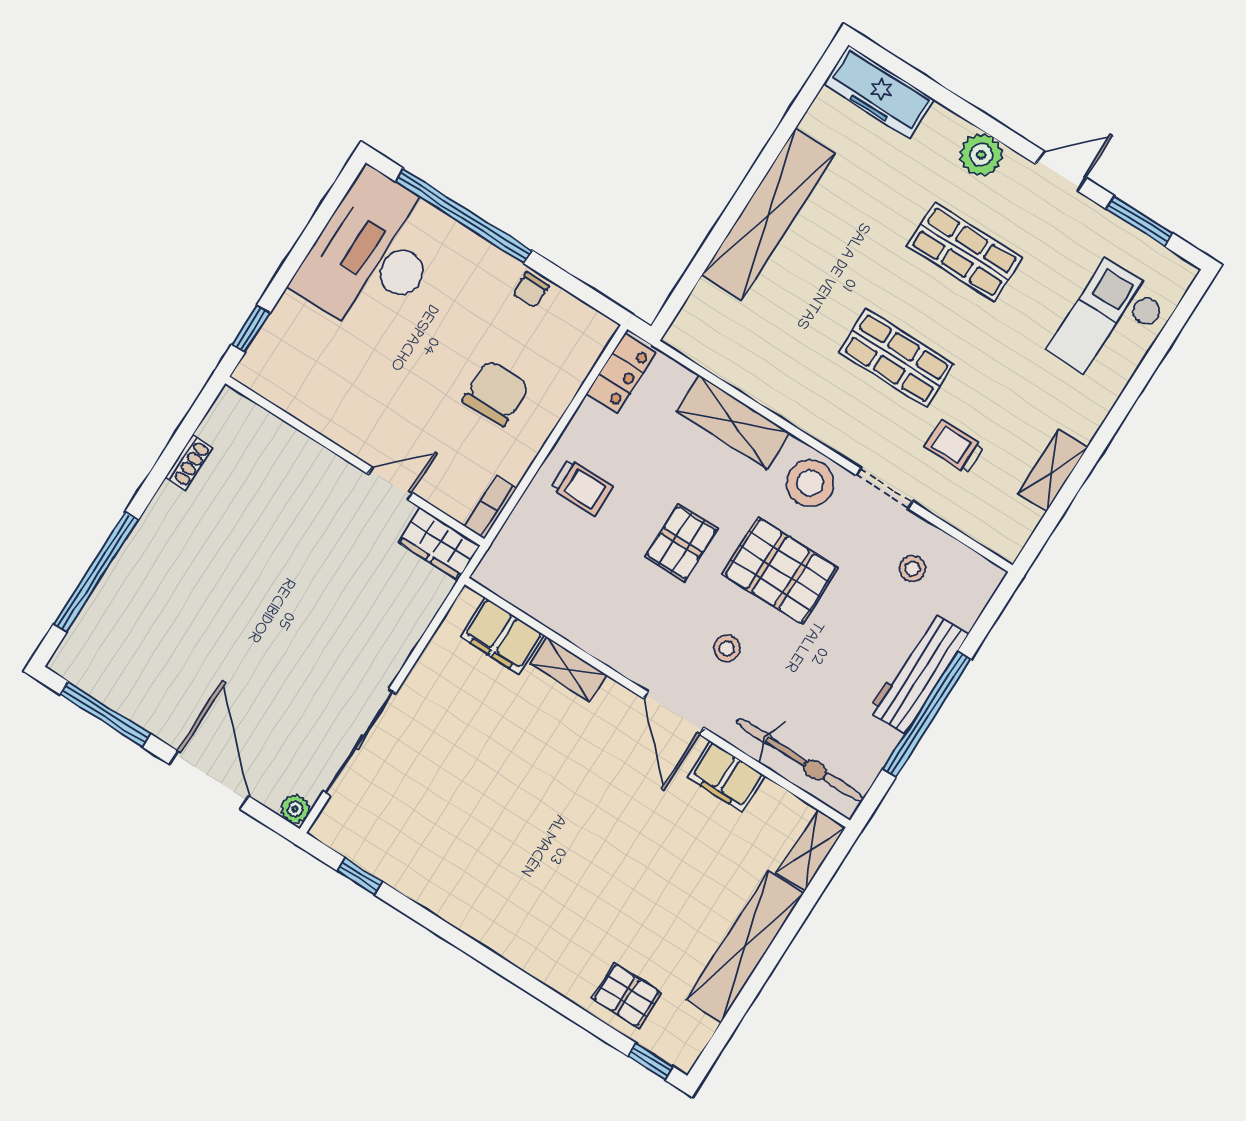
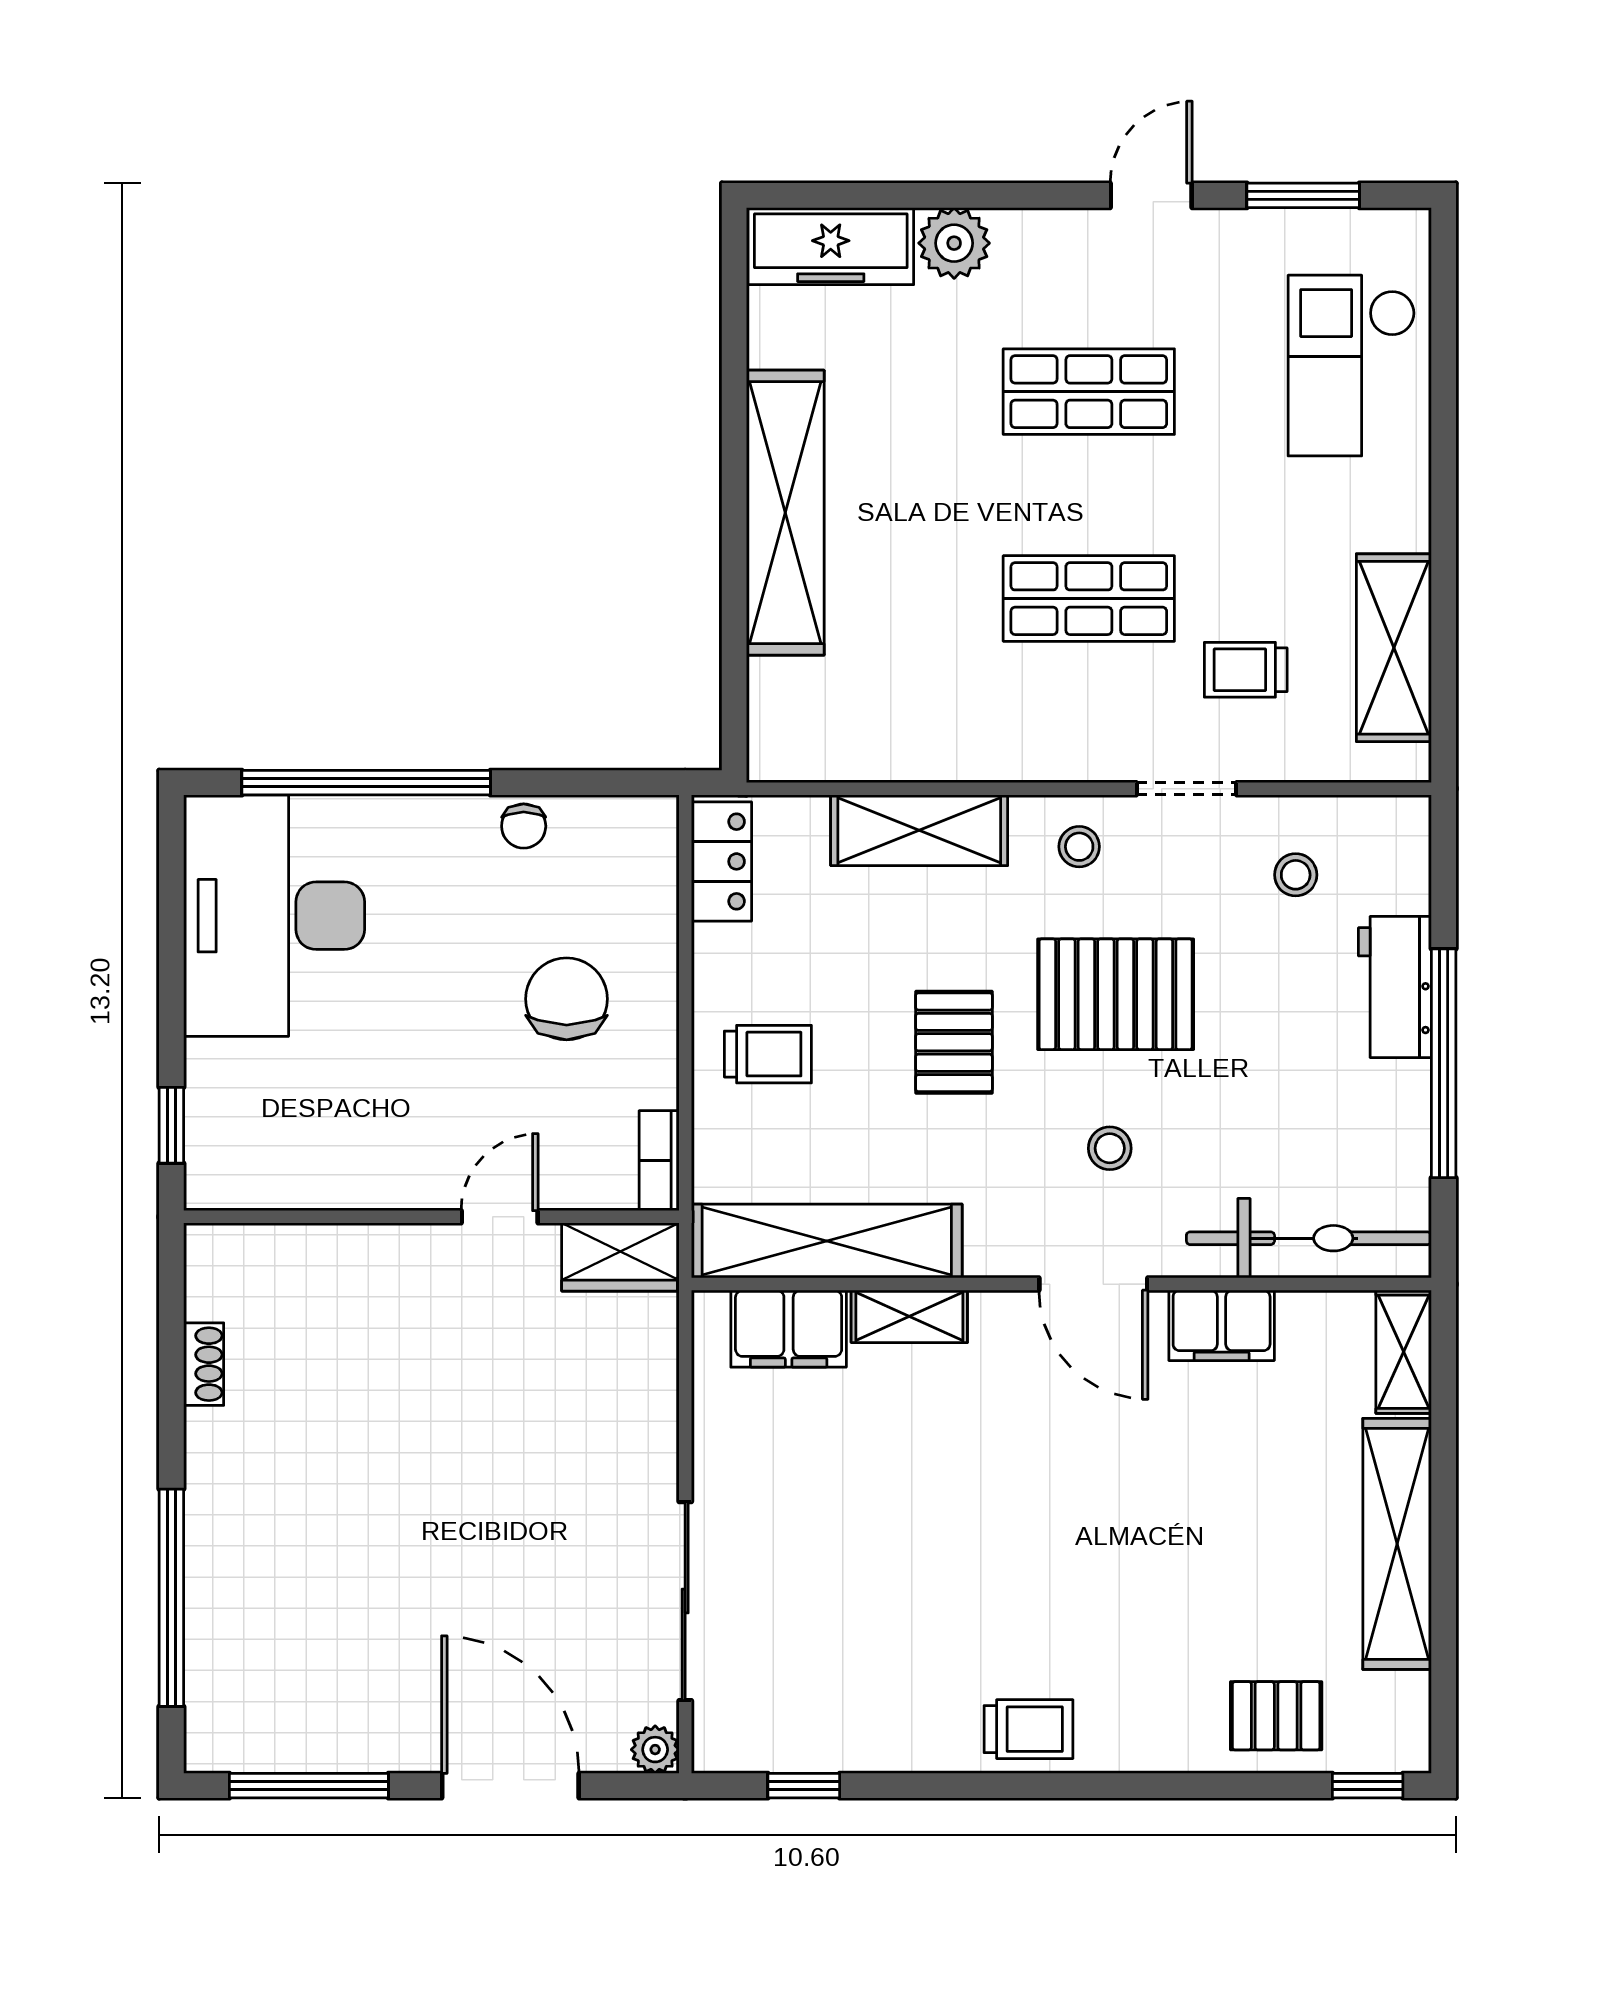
plant: (981, 155) -> (954, 243), moved
shelving: (1053, 471) -> (1394, 648), width x1.50, depth x1.33
stool: (810, 483) -> (1079, 847), width x0.53, depth x0.53
shelving: (551, 603) -> (827, 1241), added
workbench: (918, 673) -> (1395, 987), width x0.73
trolley: (494, 921) -> (1029, 1729), added

